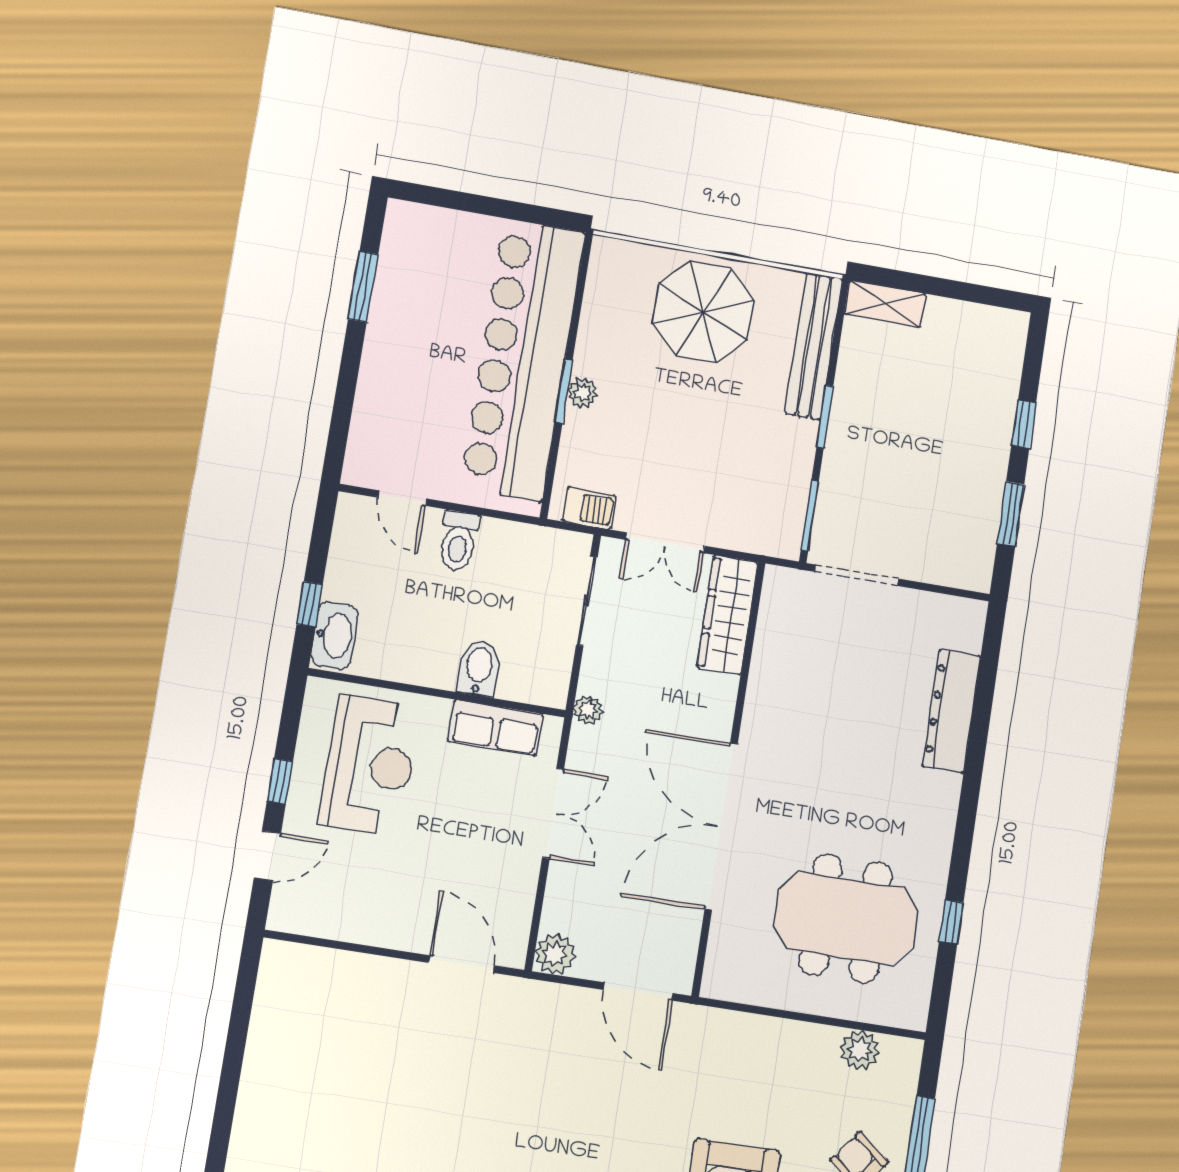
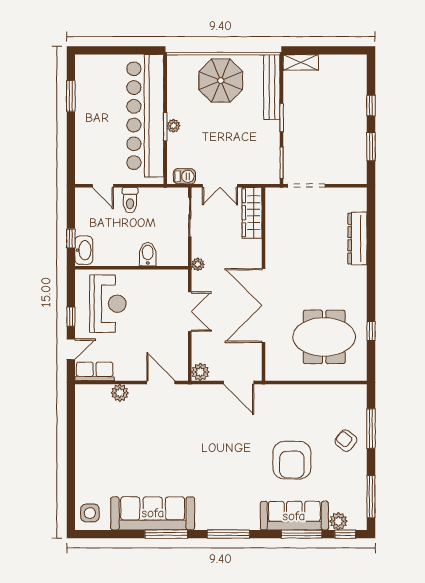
row of seats: (495, 728) -> (95, 371), moved, turned 180
plant: (860, 1050) -> (120, 393), moved

